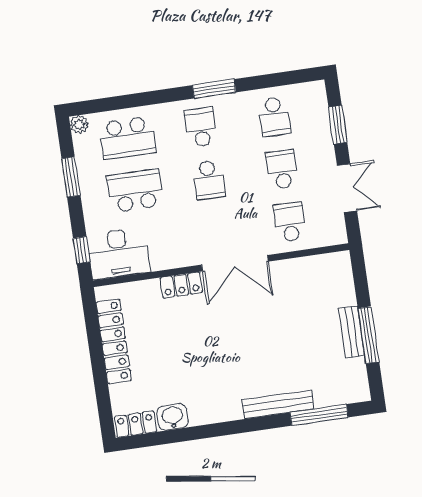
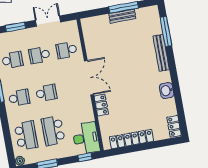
school desk: (201, 127) -> (19, 98), turned 180
washbasin: (173, 417) -> (167, 91), moved

